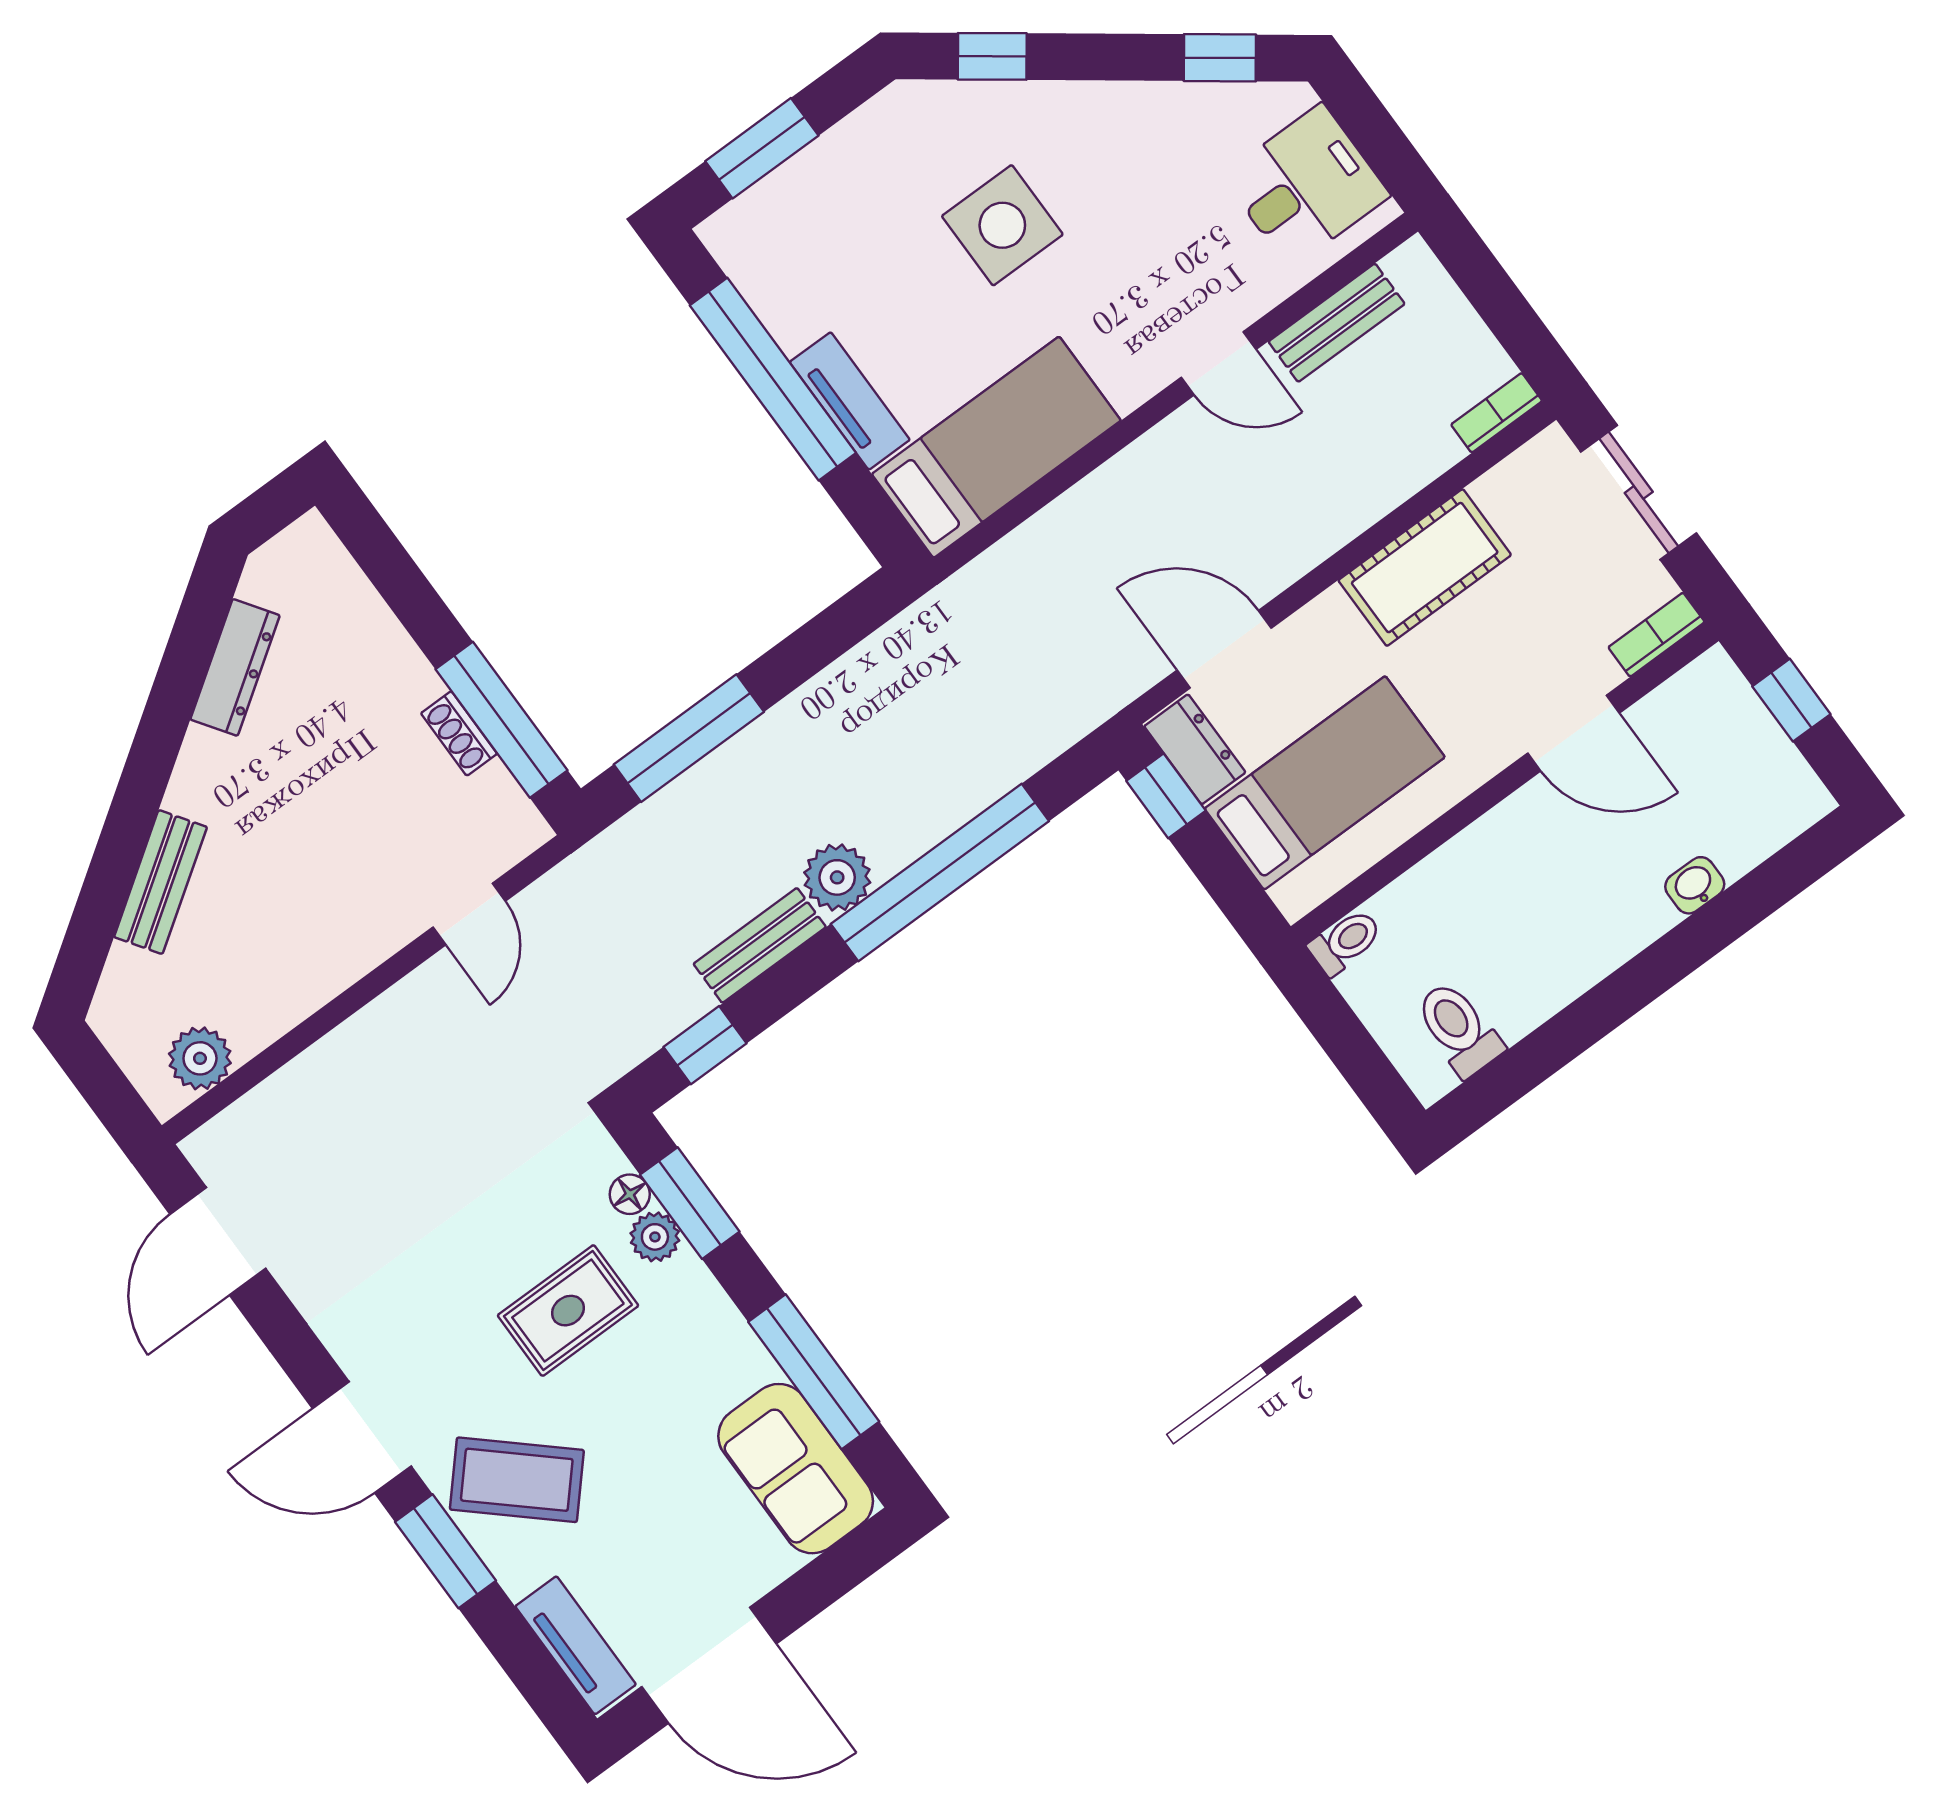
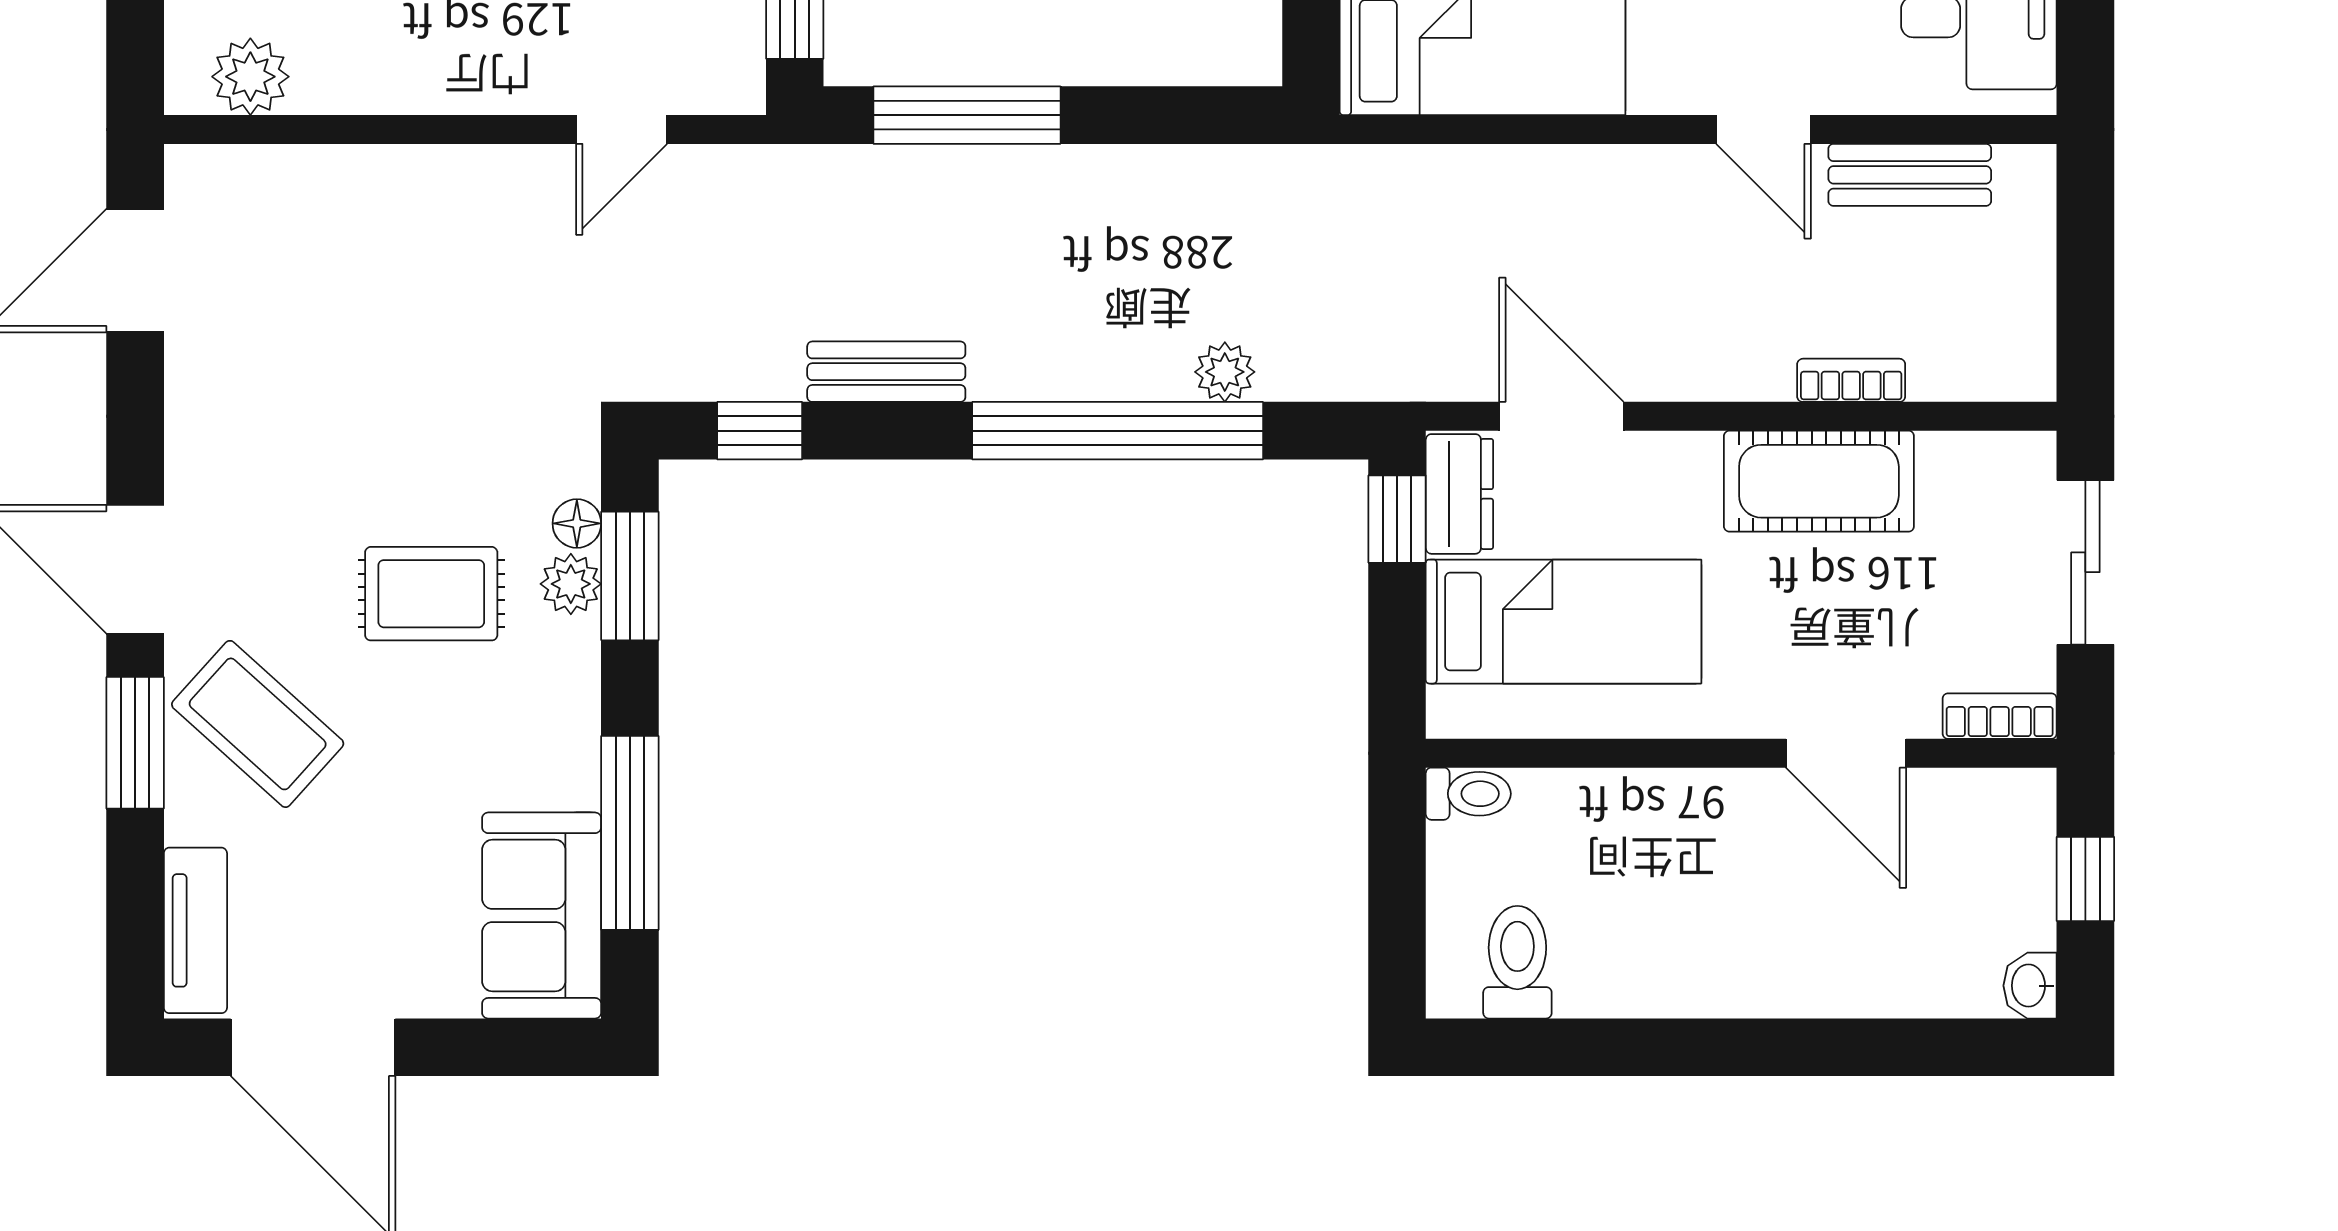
bookcase: (1497, 413) -> (1851, 380), moved
plant: (837, 877) -> (1225, 372), moved, width x0.73, depth x0.73
washbasin: (1695, 885) -> (2030, 986), moved, turned -90

